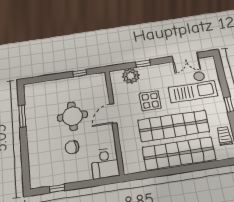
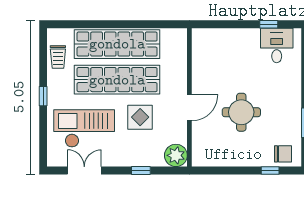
window: (80, 73) -> (270, 171), moved
plant: (131, 76) -> (176, 155), moved
chair: (72, 147) -> (283, 154), moved
desk: (105, 163) -> (277, 45), moved

